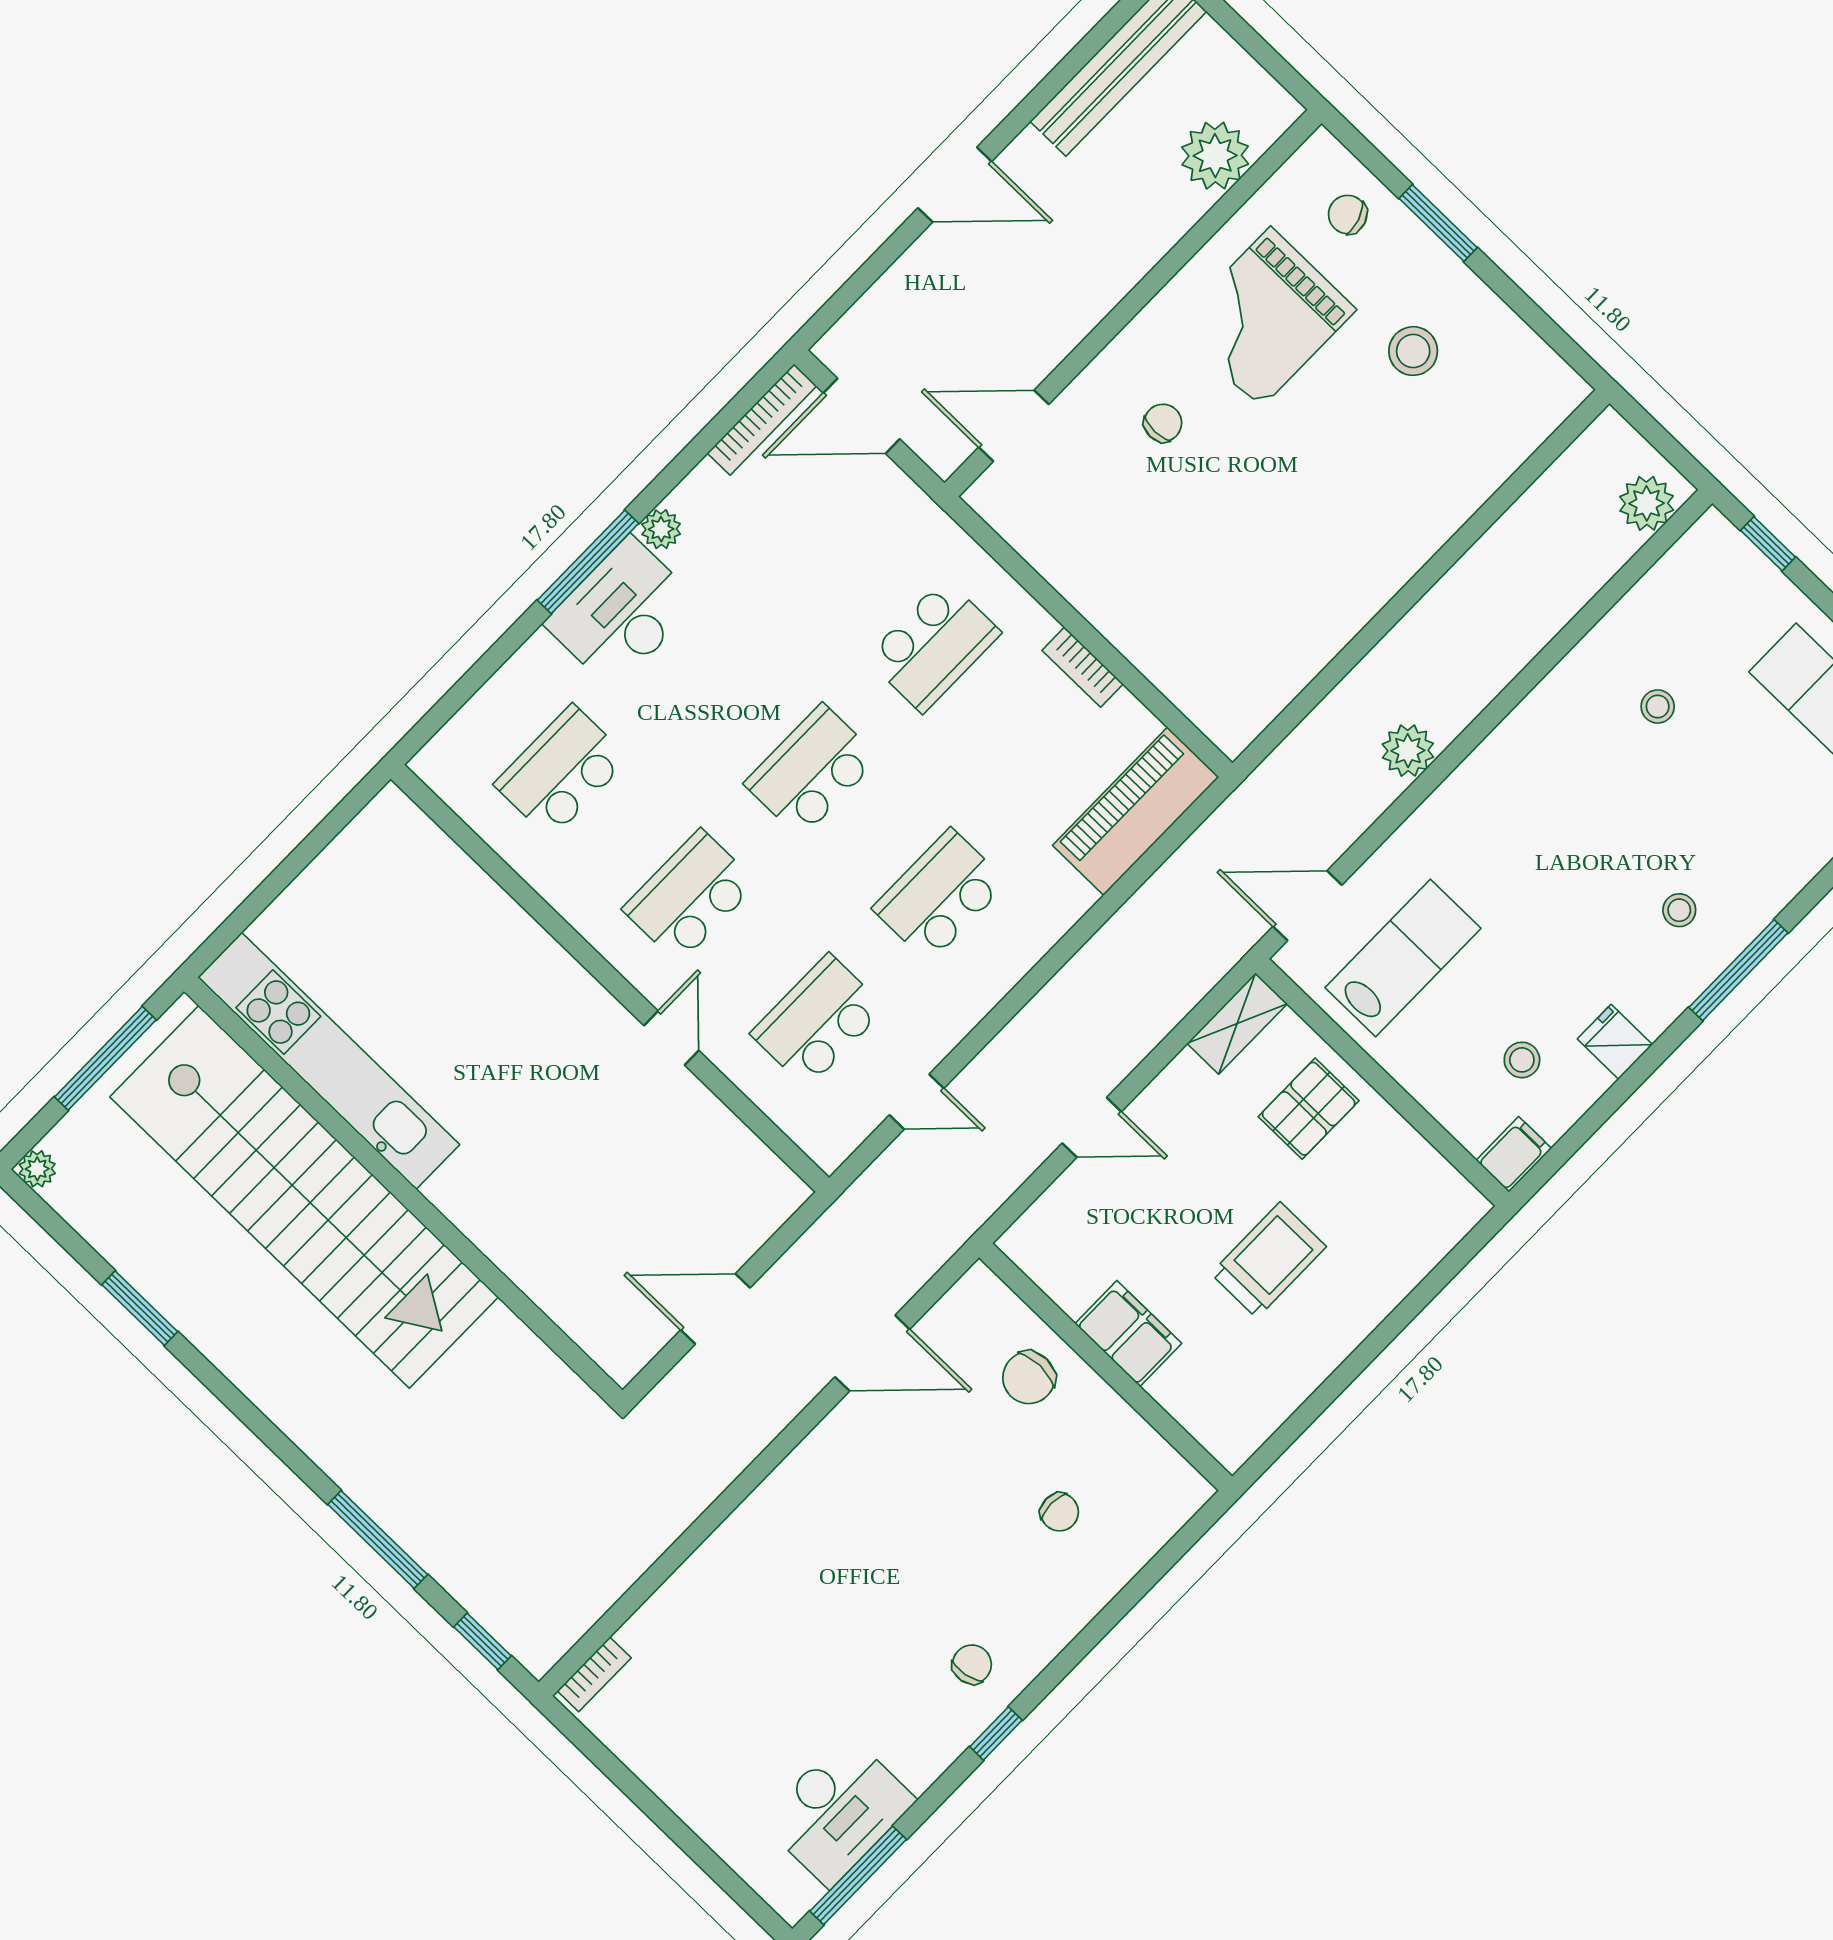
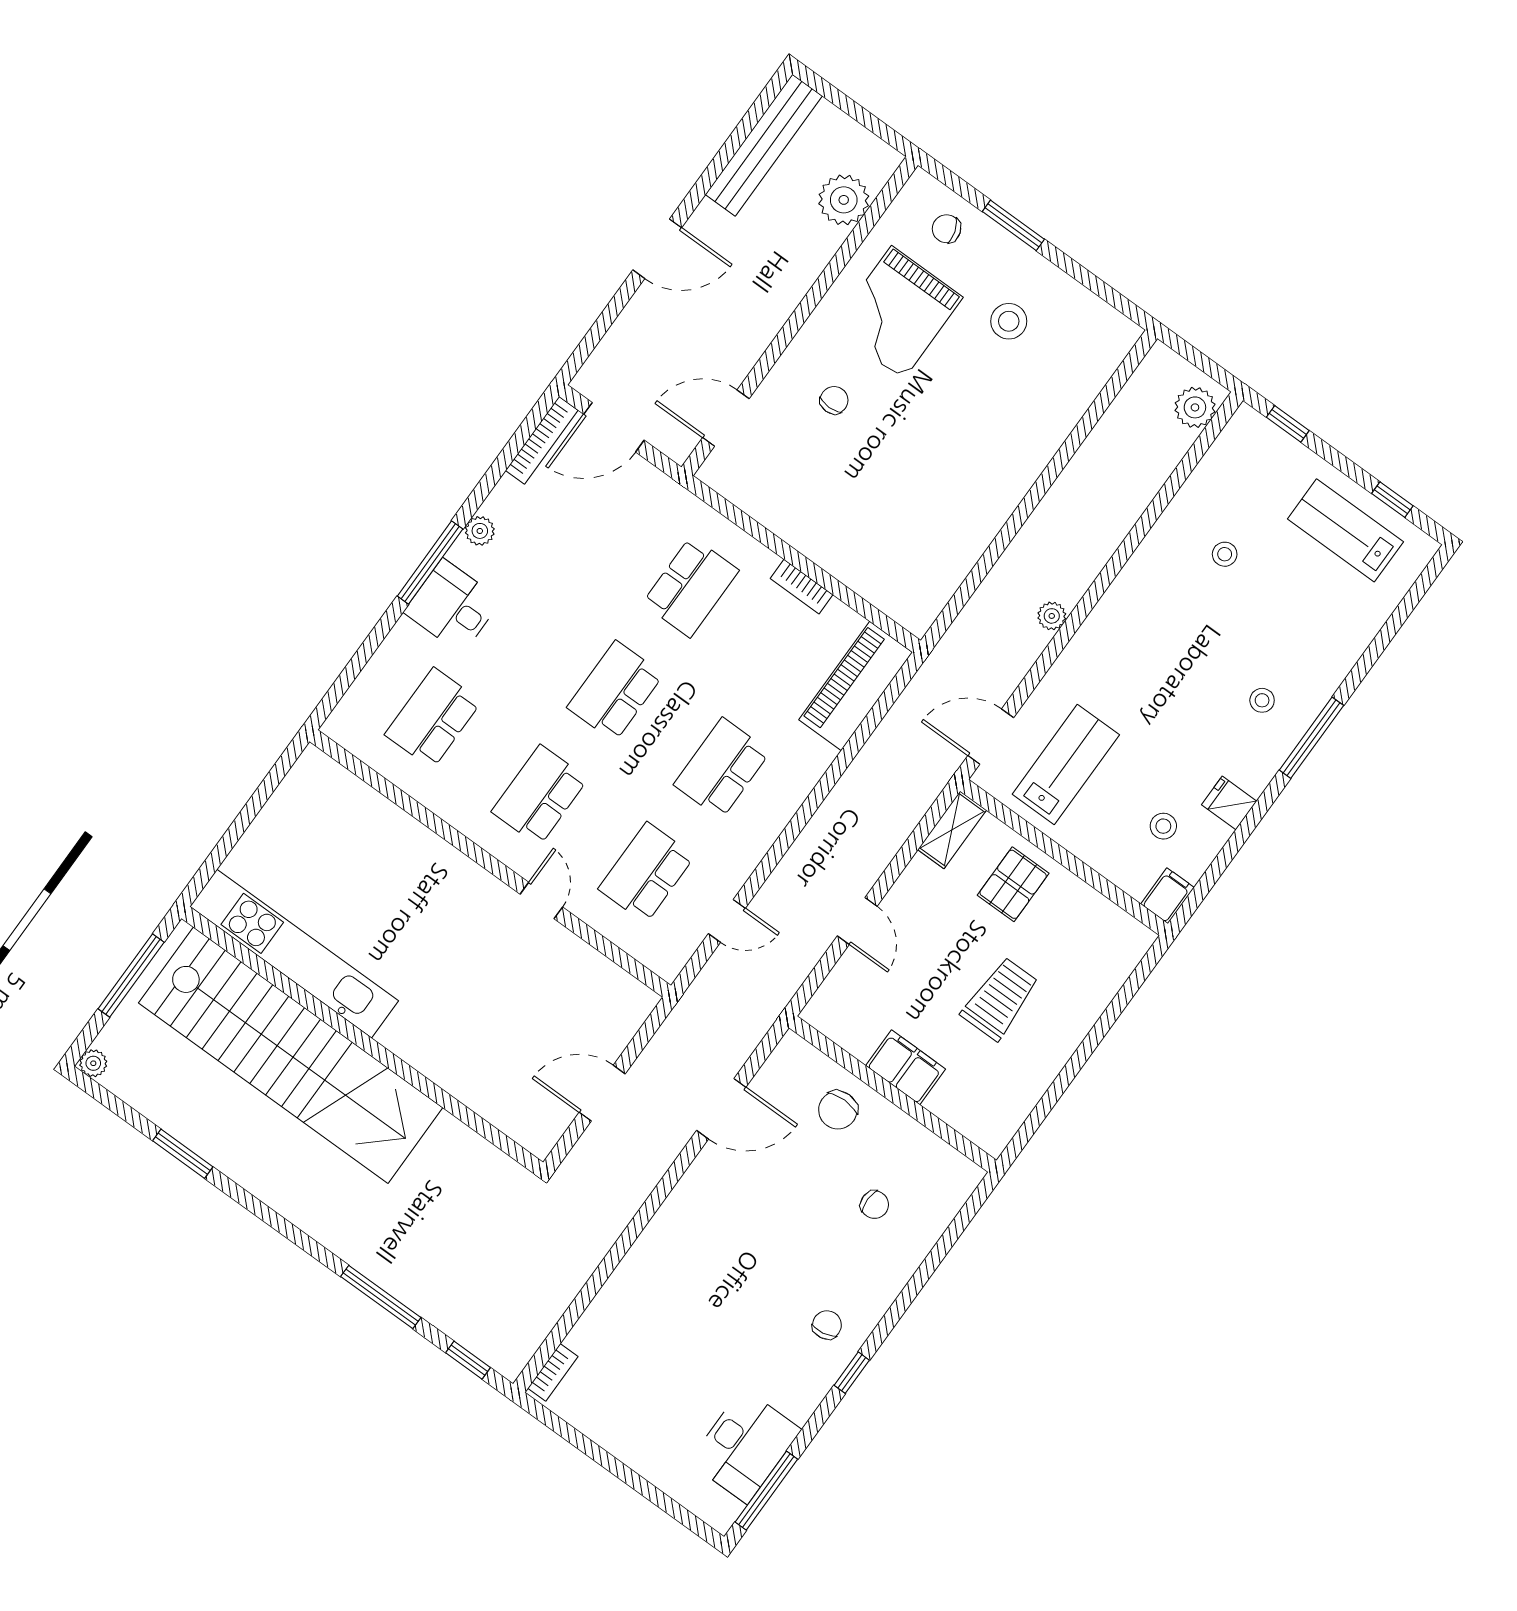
desk: (622, 613) -> (452, 606), width x0.73
plant: (1408, 751) -> (1052, 616), width x0.73, depth x0.73
door: (1092, 1127) -> (857, 921), hinge flipped

